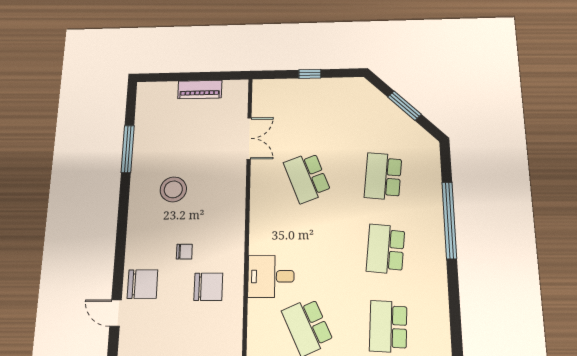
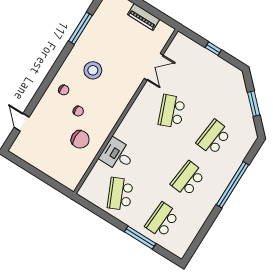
chair: (143, 284) -> (64, 90), moved, width x0.54, depth x0.54

